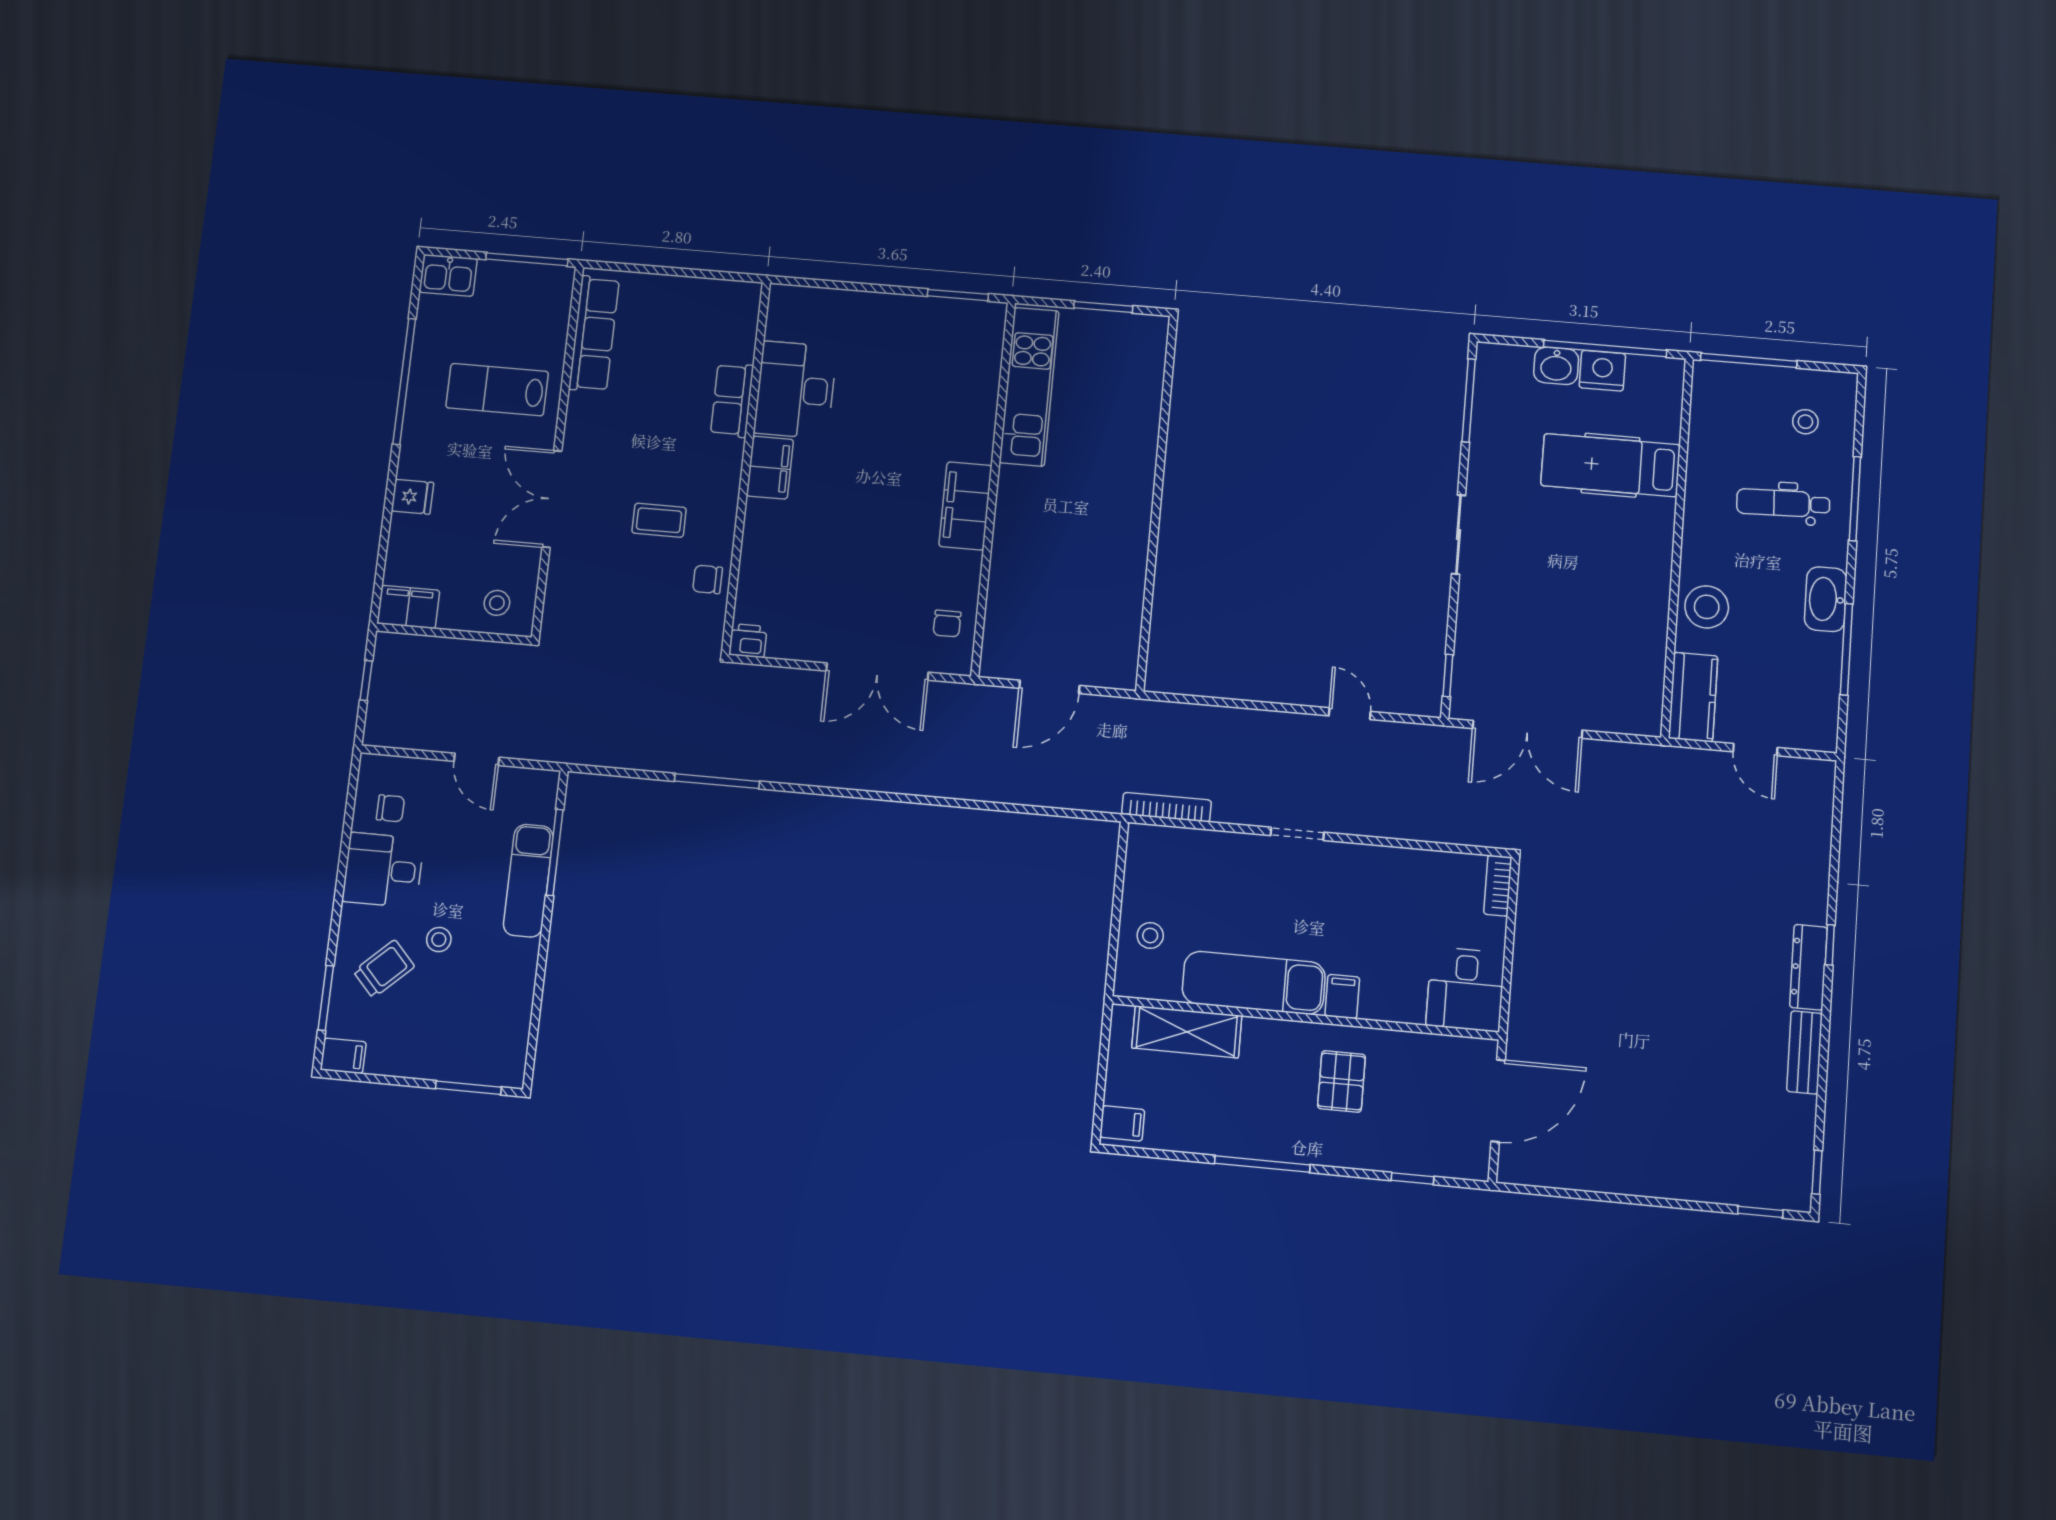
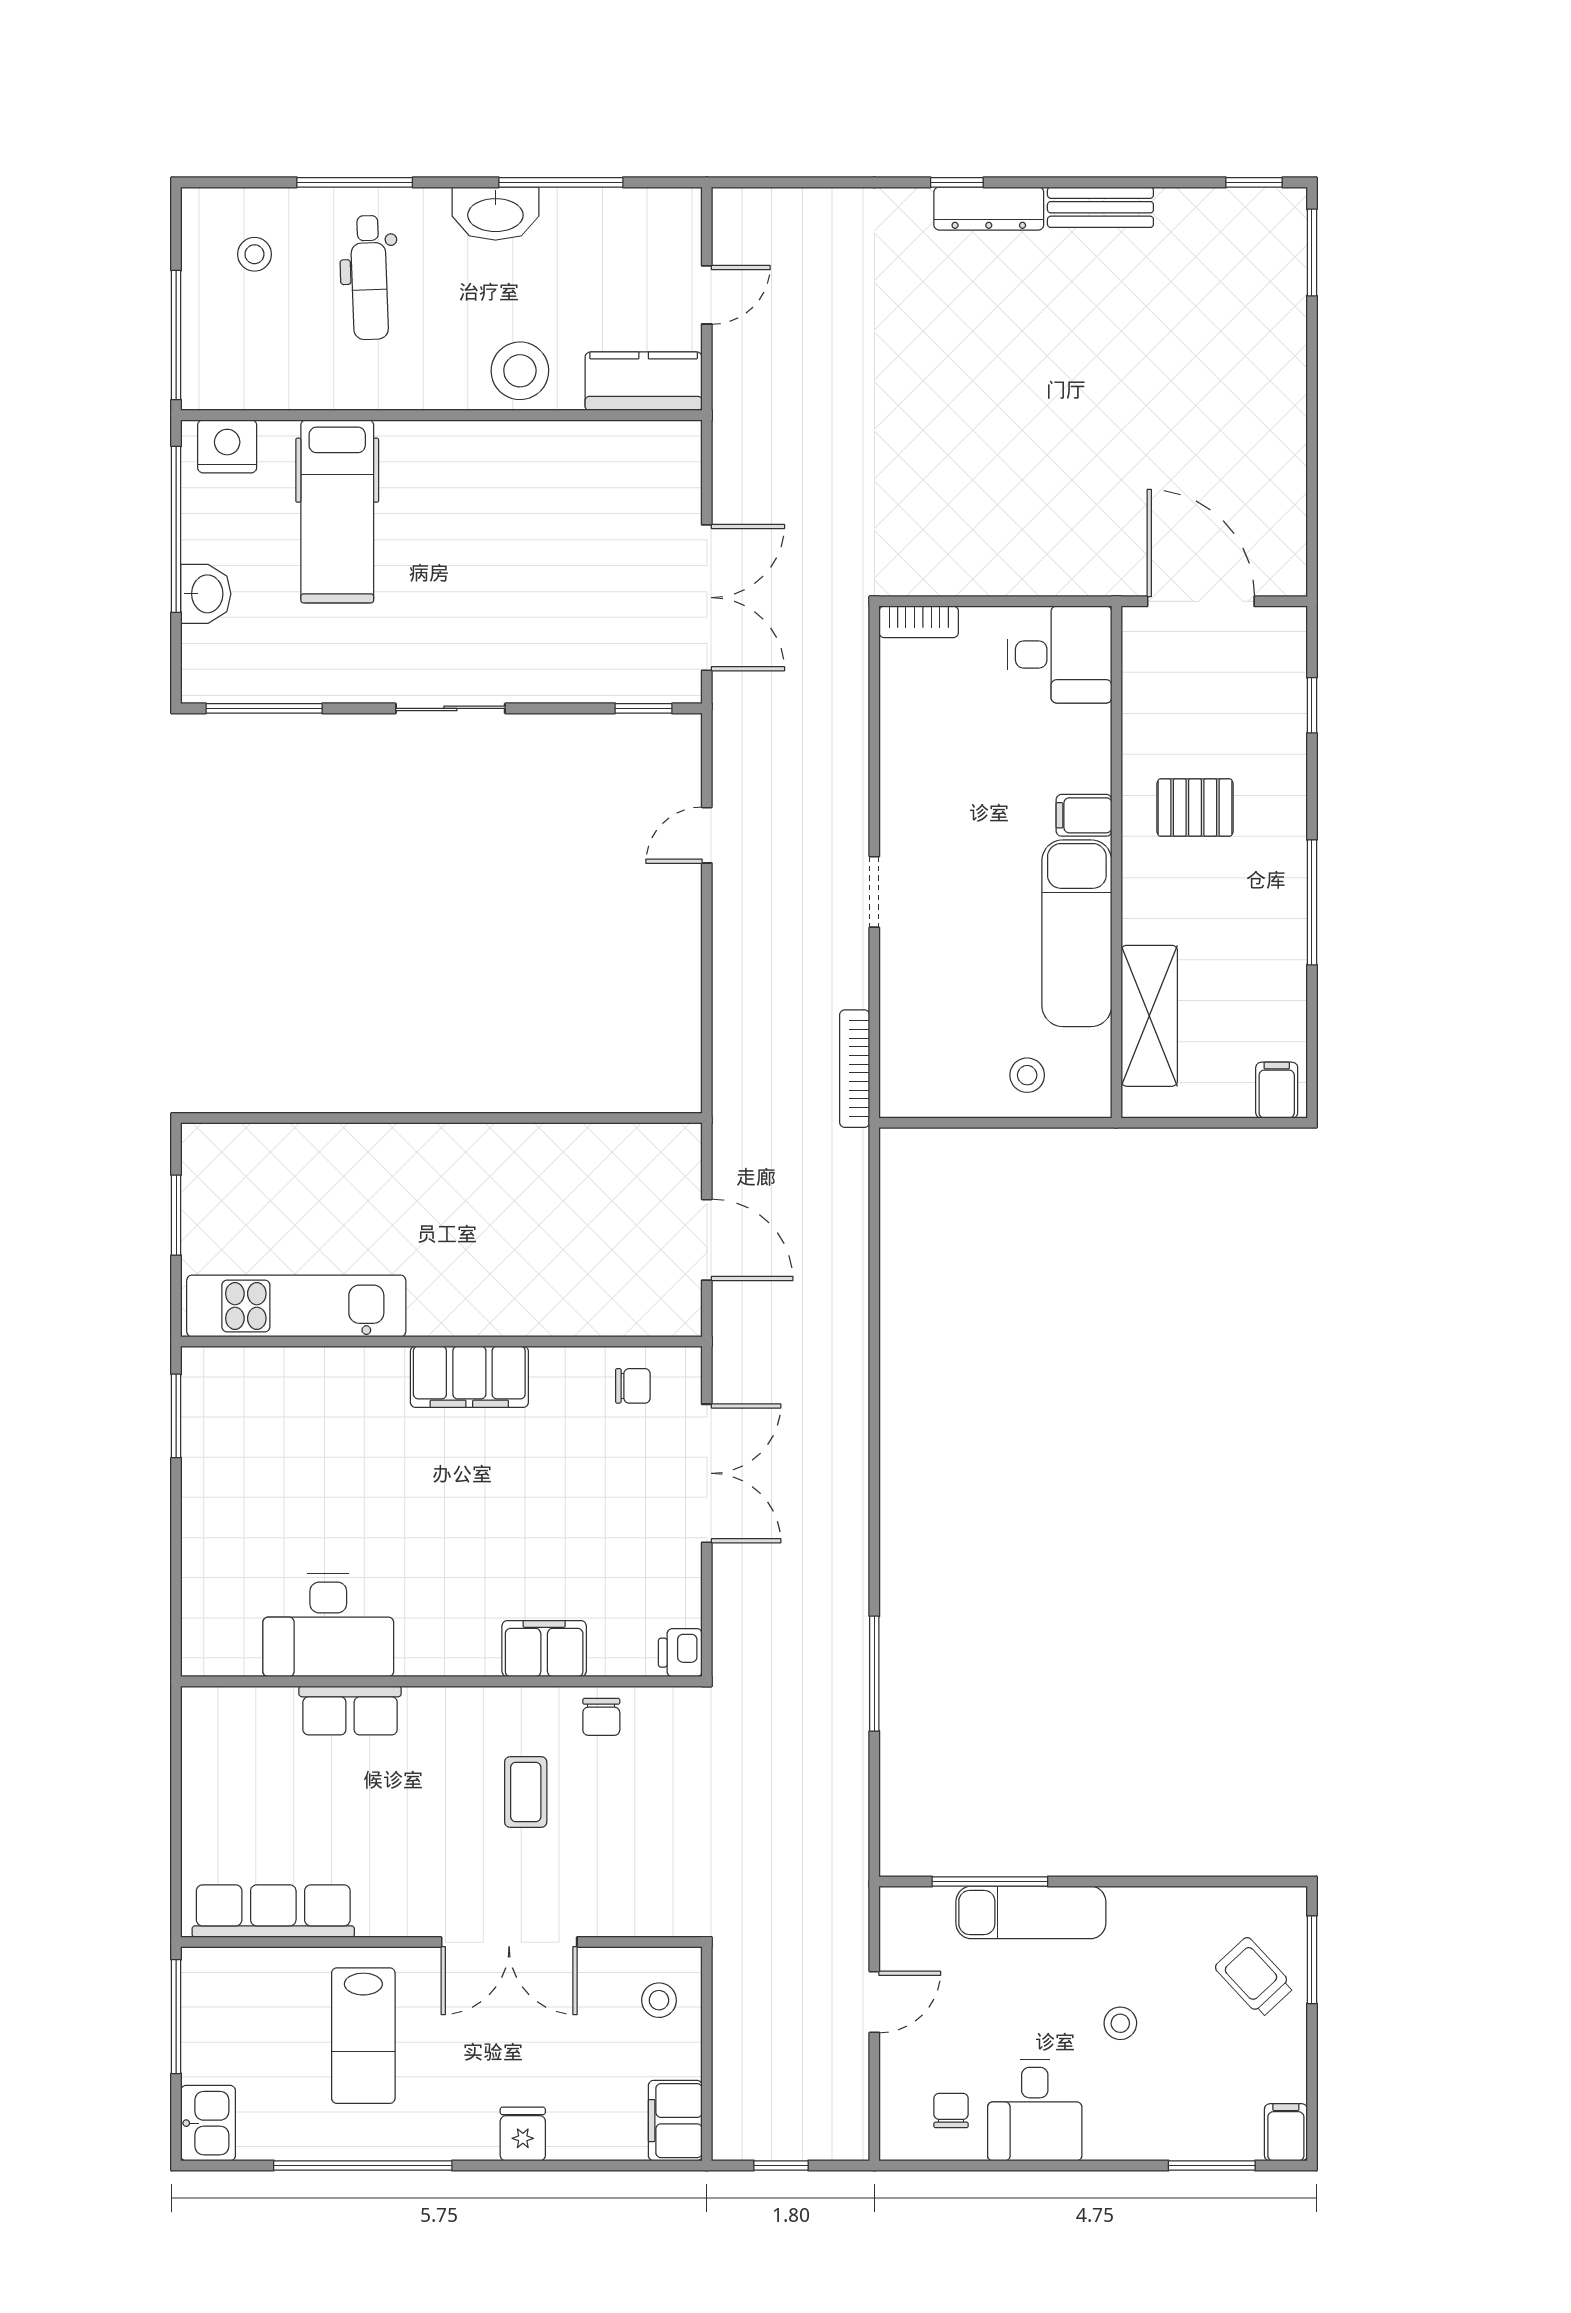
nightstand: (1602, 371) -> (227, 446), moved, turned 90
filing cabinet: (770, 468) -> (544, 1649), moved
trolley: (384, 969) -> (1254, 1977), moved
window: (1760, 1212) -> (1312, 253), width x1.50

